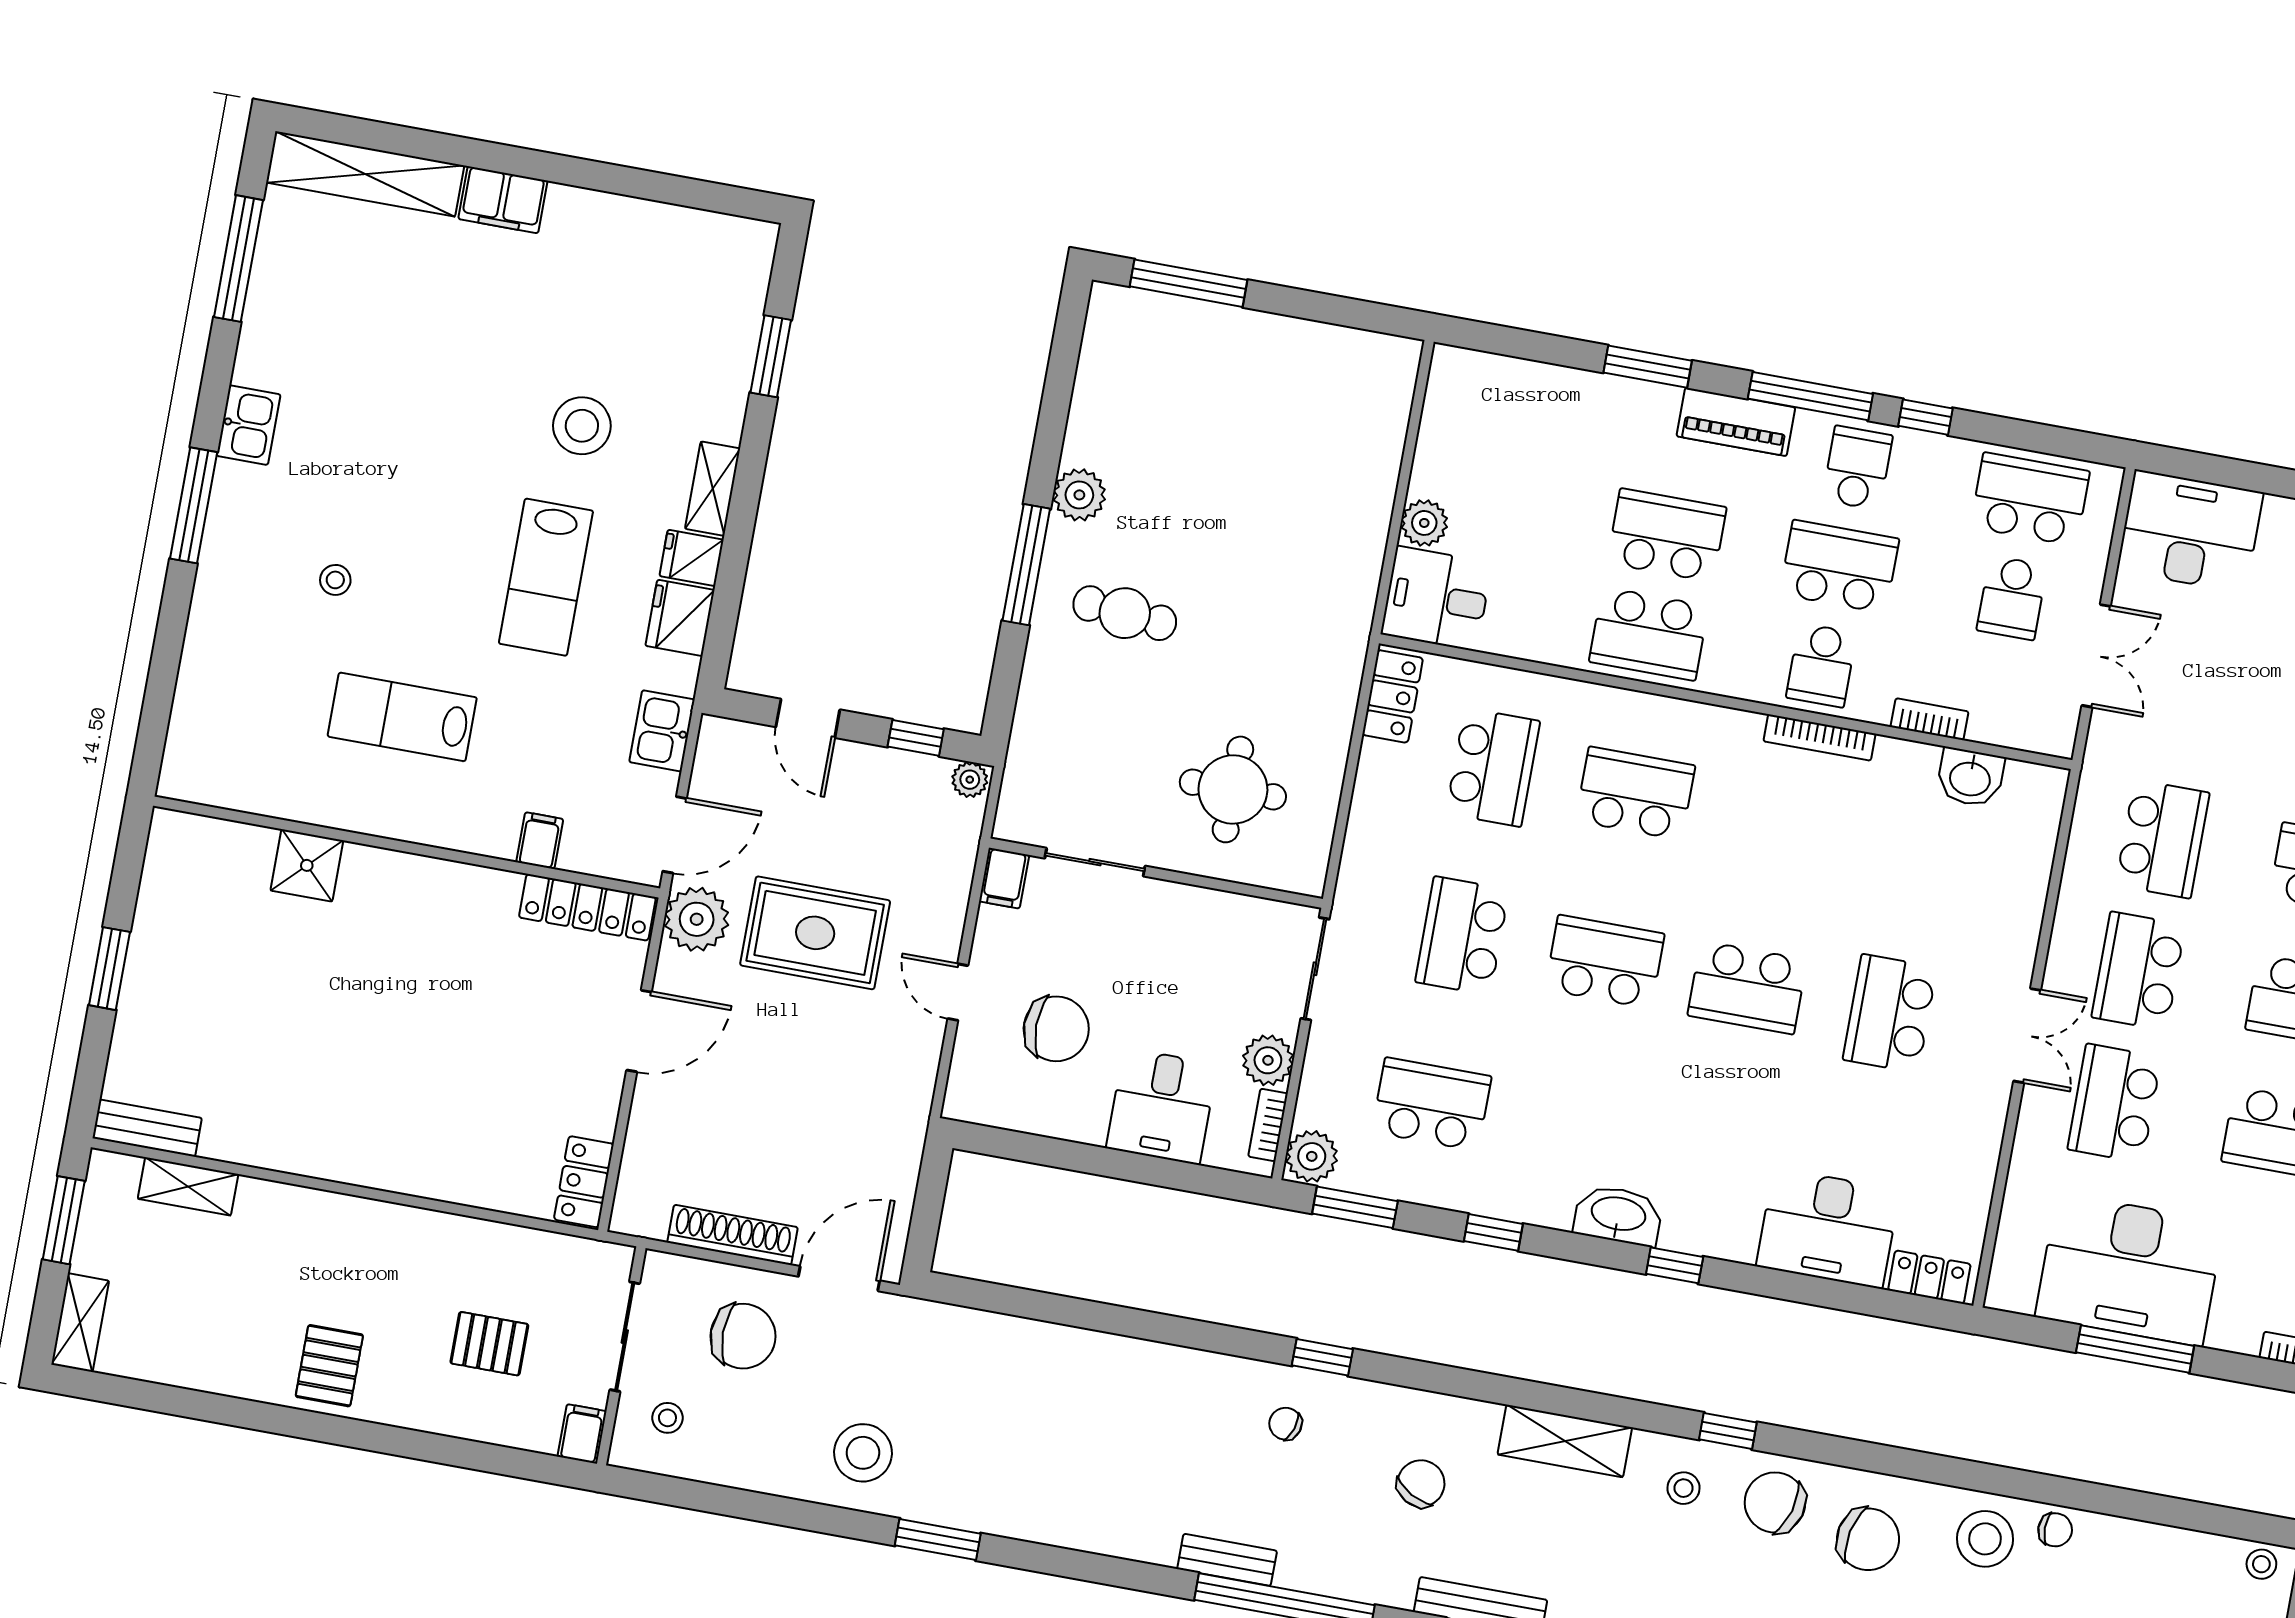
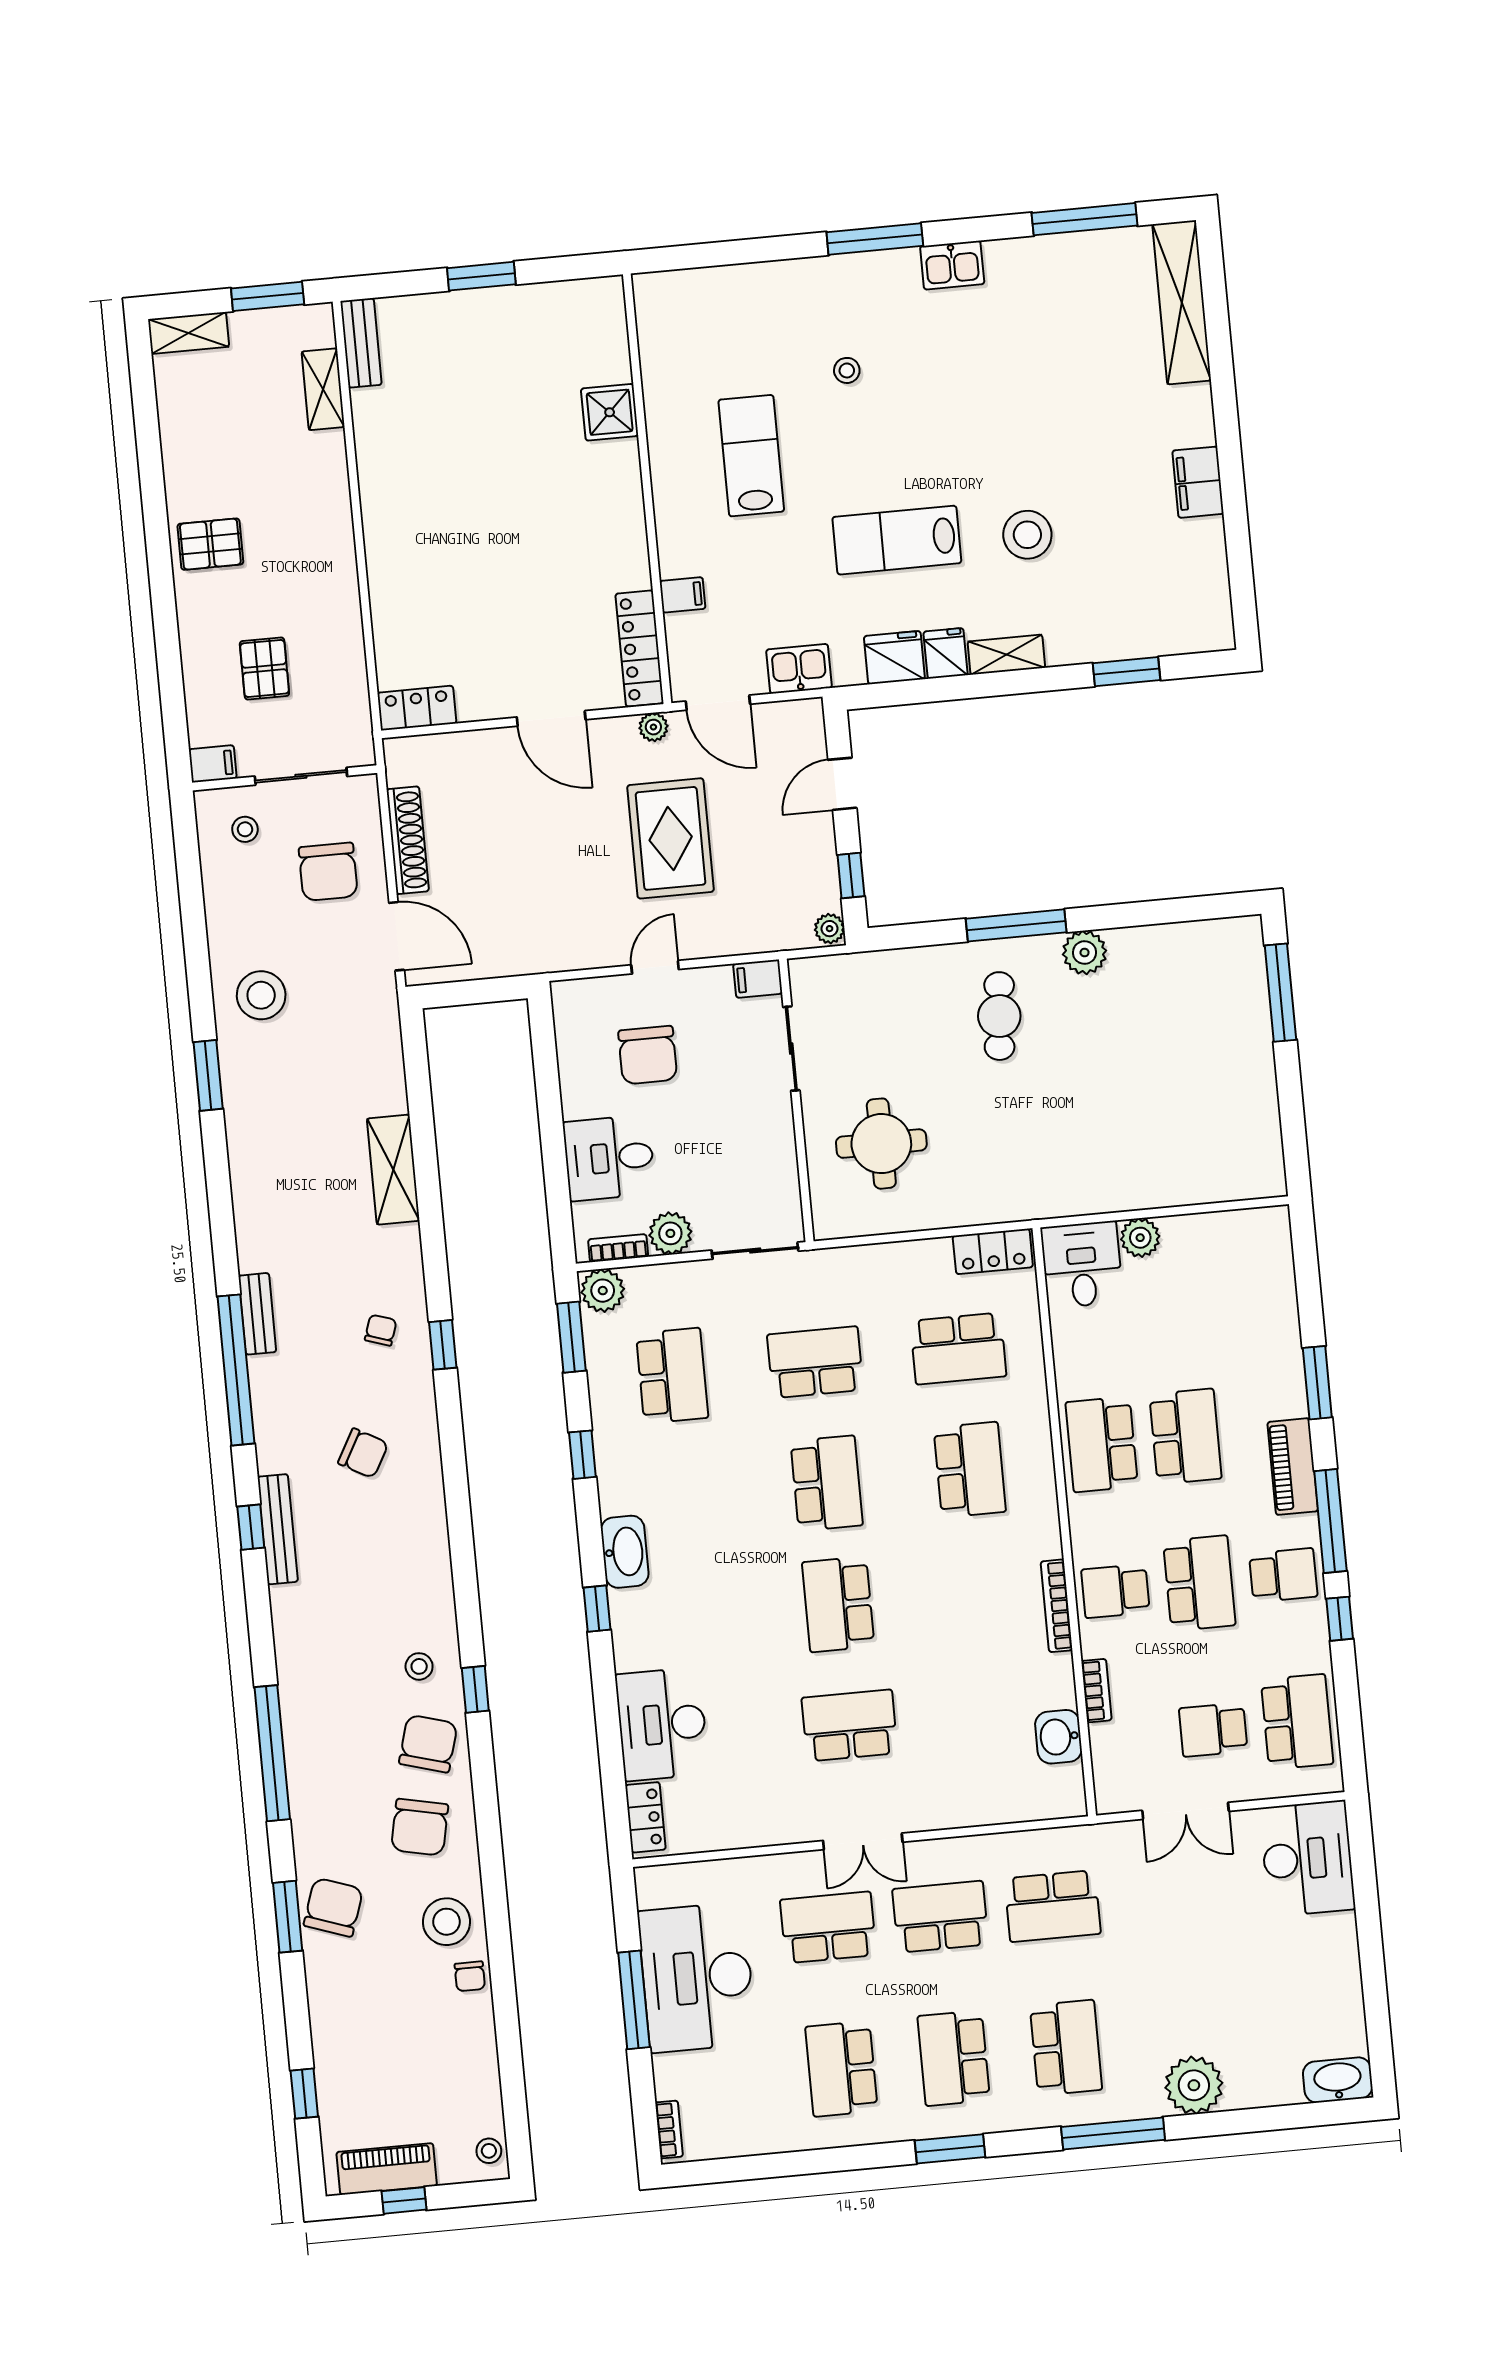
filing cabinet: (503, 200) -> (1198, 482), moved
plant: (697, 919) -> (653, 727), width x0.53, depth x0.53
shelving: (1565, 1441) -> (393, 1170), moved

